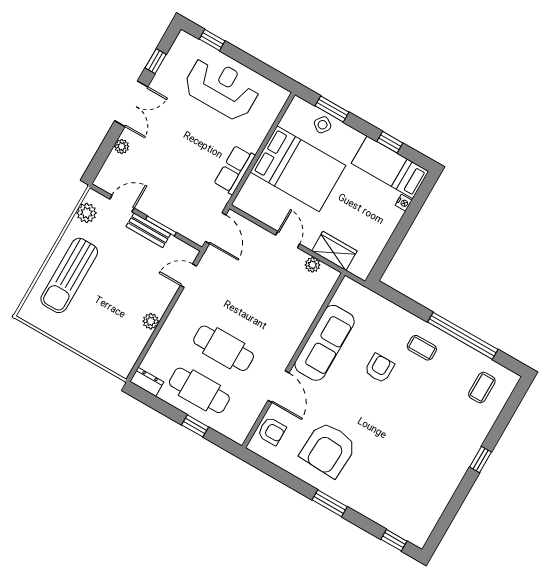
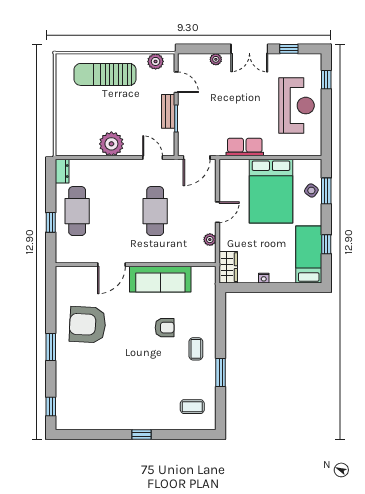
nightstand: (404, 203) -> (264, 278), moved
wardrobe: (334, 251) -> (228, 267), moved
plant: (151, 321) -> (111, 144), width x1.87, depth x1.87
window: (463, 336) -> (221, 373), width x0.47
cafe table: (224, 348) -> (155, 211), moved
armchair: (272, 431) -> (78, 278), removed

